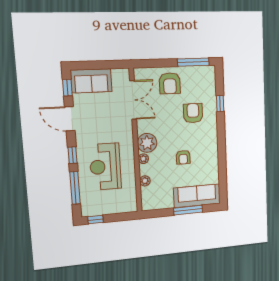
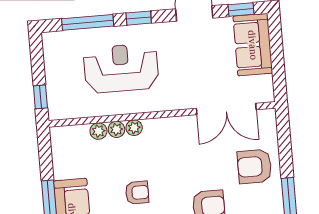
plant: (147, 143) -> (116, 129), moved, width x0.53, depth x0.53
armchair: (183, 157) -> (137, 193), turned 180
window: (96, 220) -> (40, 97), moved

